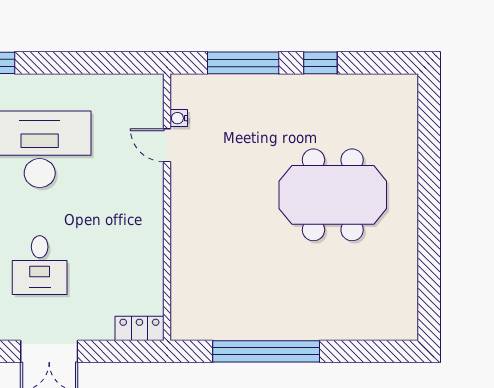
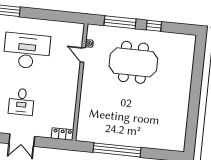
meeting table: (333, 195) -> (133, 62), moved

